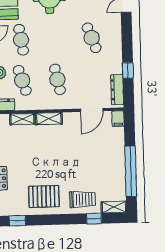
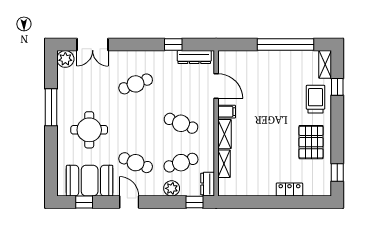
cafe table: (21, 40) -> (136, 163), turned 30
cafe table: (57, 79) -> (181, 123), turned 33
filing cabinet: (118, 119) -> (227, 112), moved

